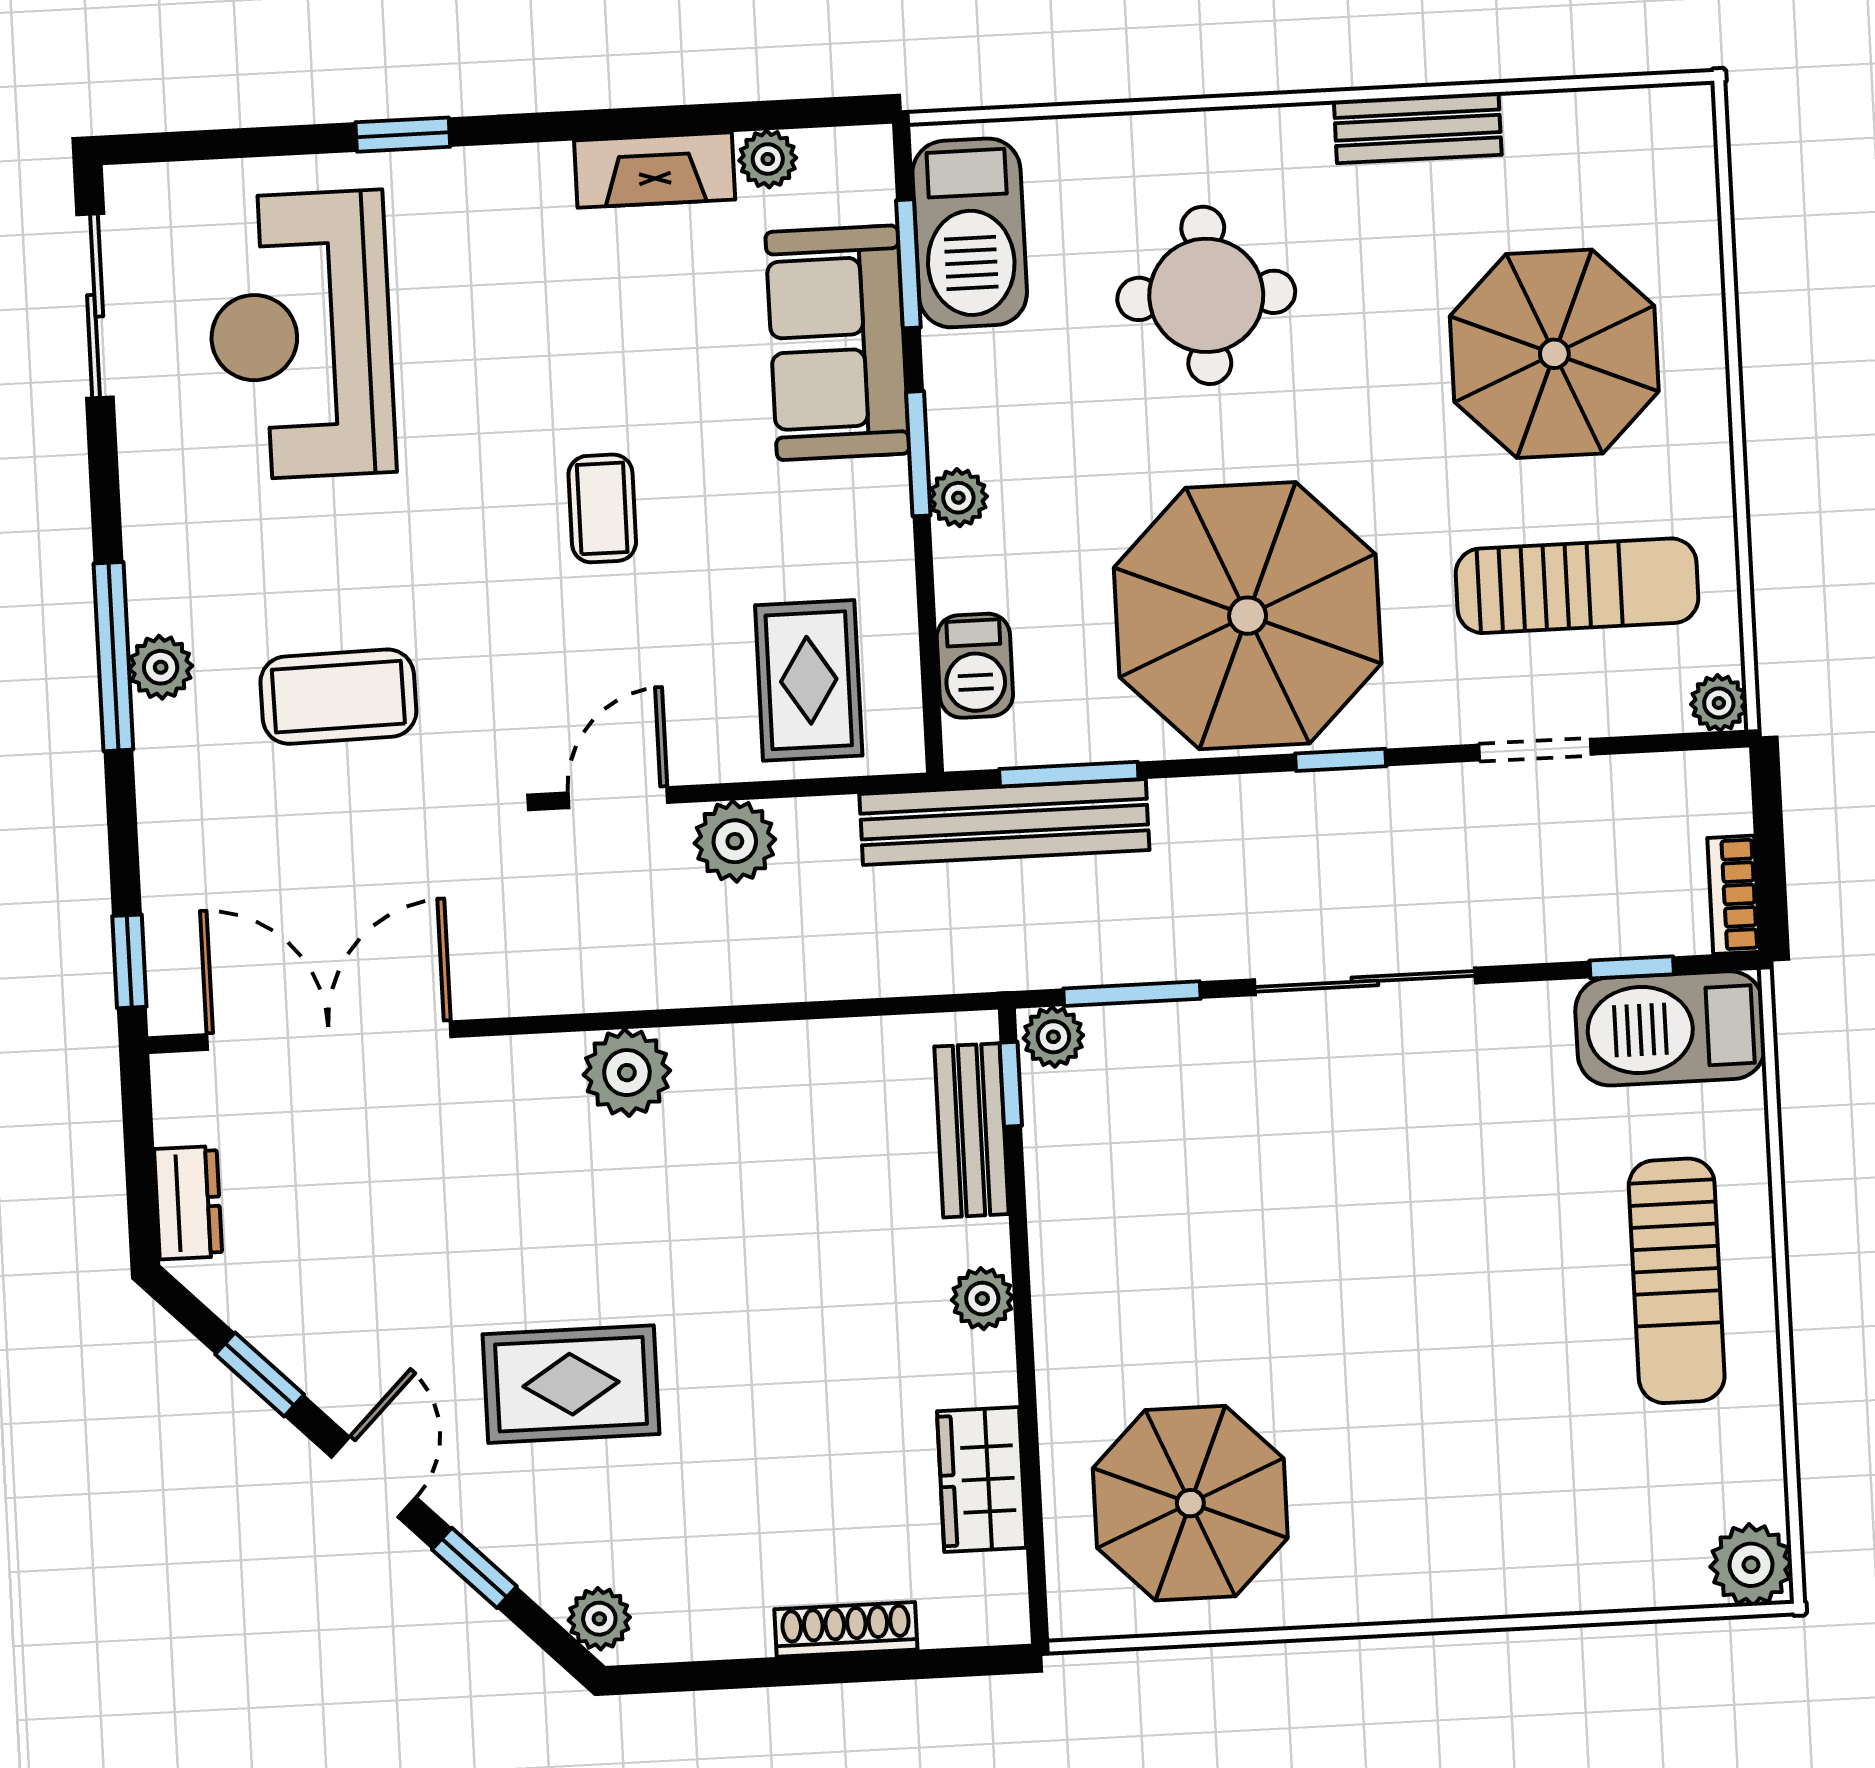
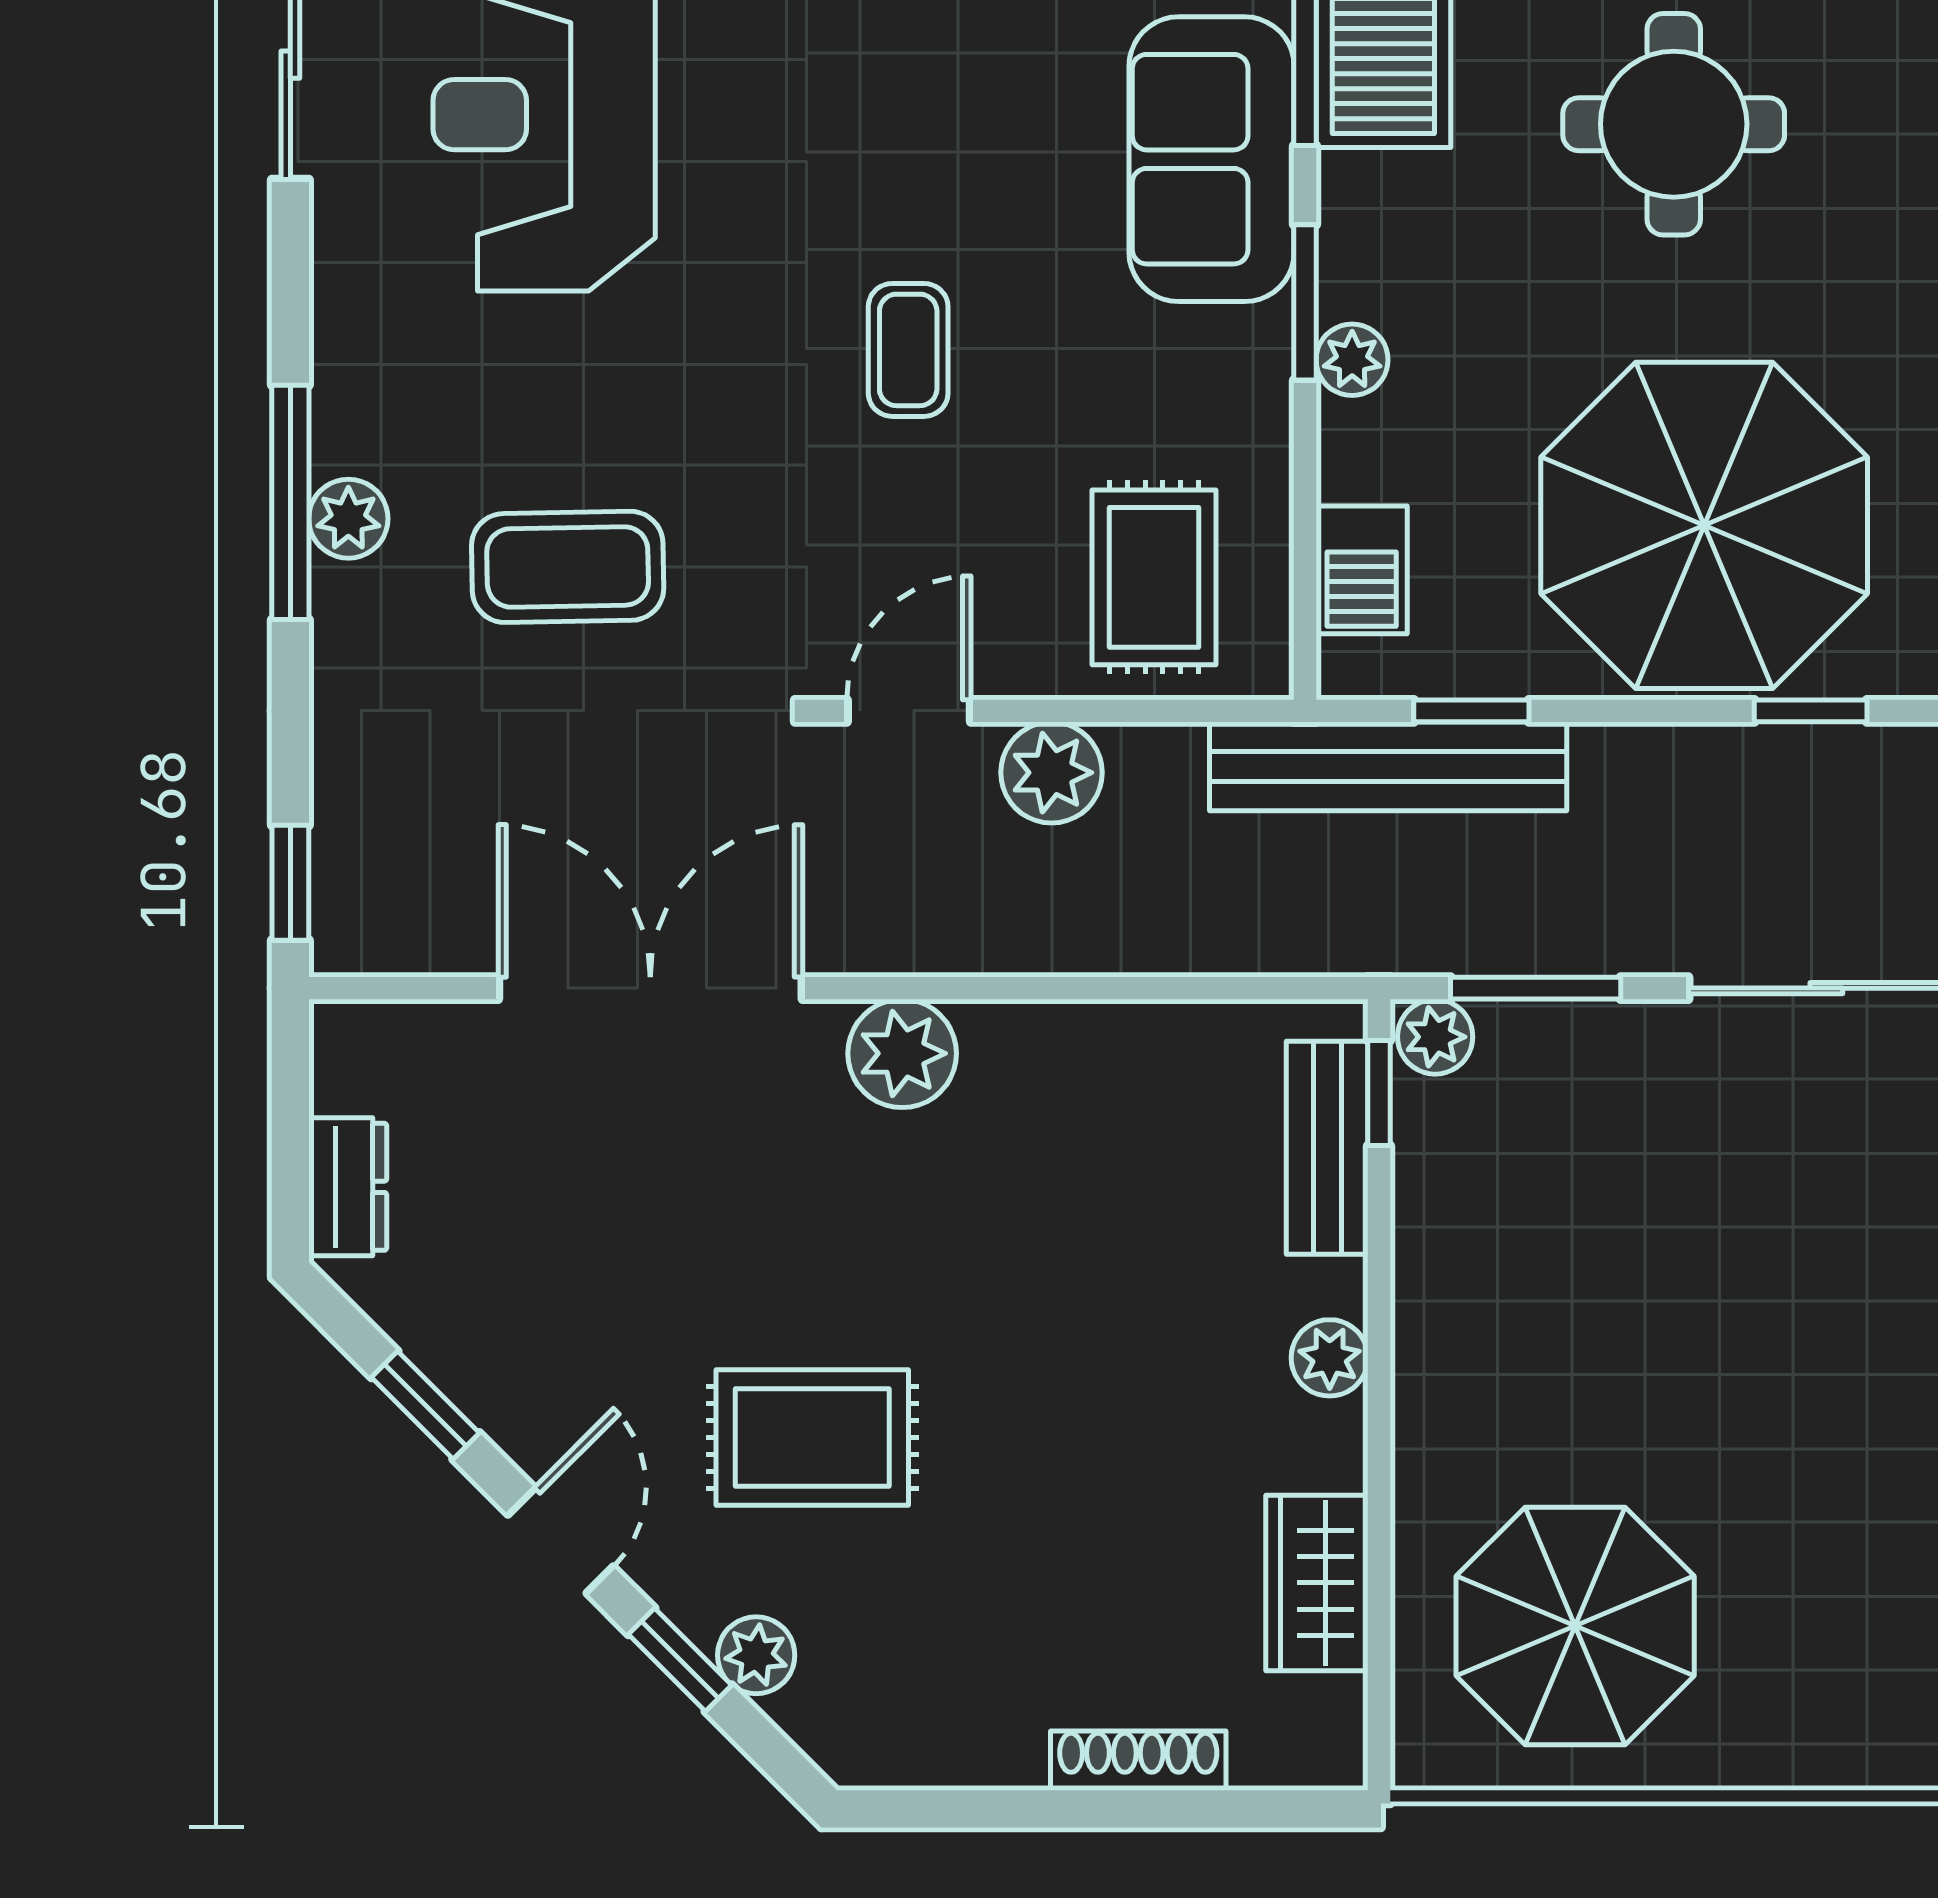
window: (1069, 774) -> (1471, 711), width x0.67
double door: (329, 1036) -> (650, 988), moved
plant: (599, 1619) -> (756, 1655), moved

